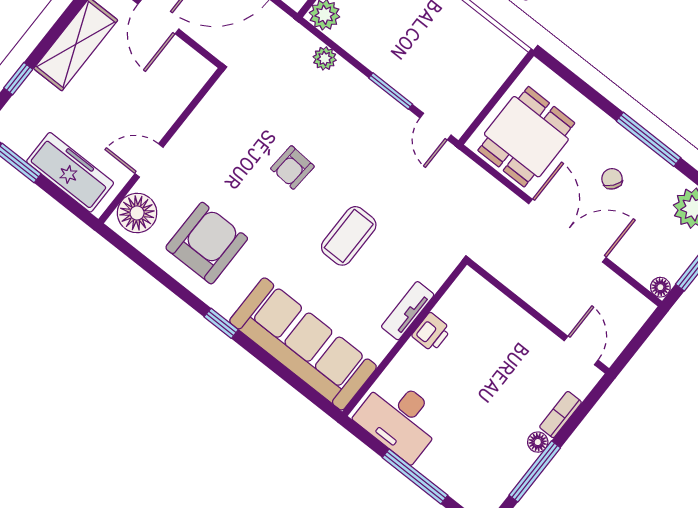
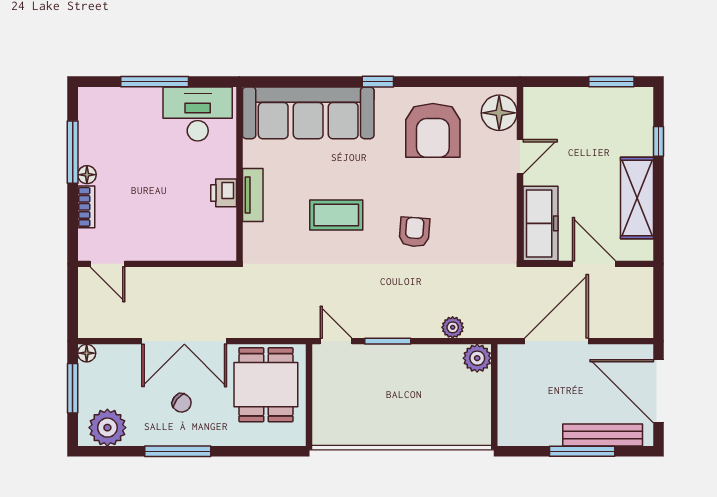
freezer: (70, 172) -> (540, 223), moved, turned -90
coffee table: (349, 236) -> (336, 215), turned 90

